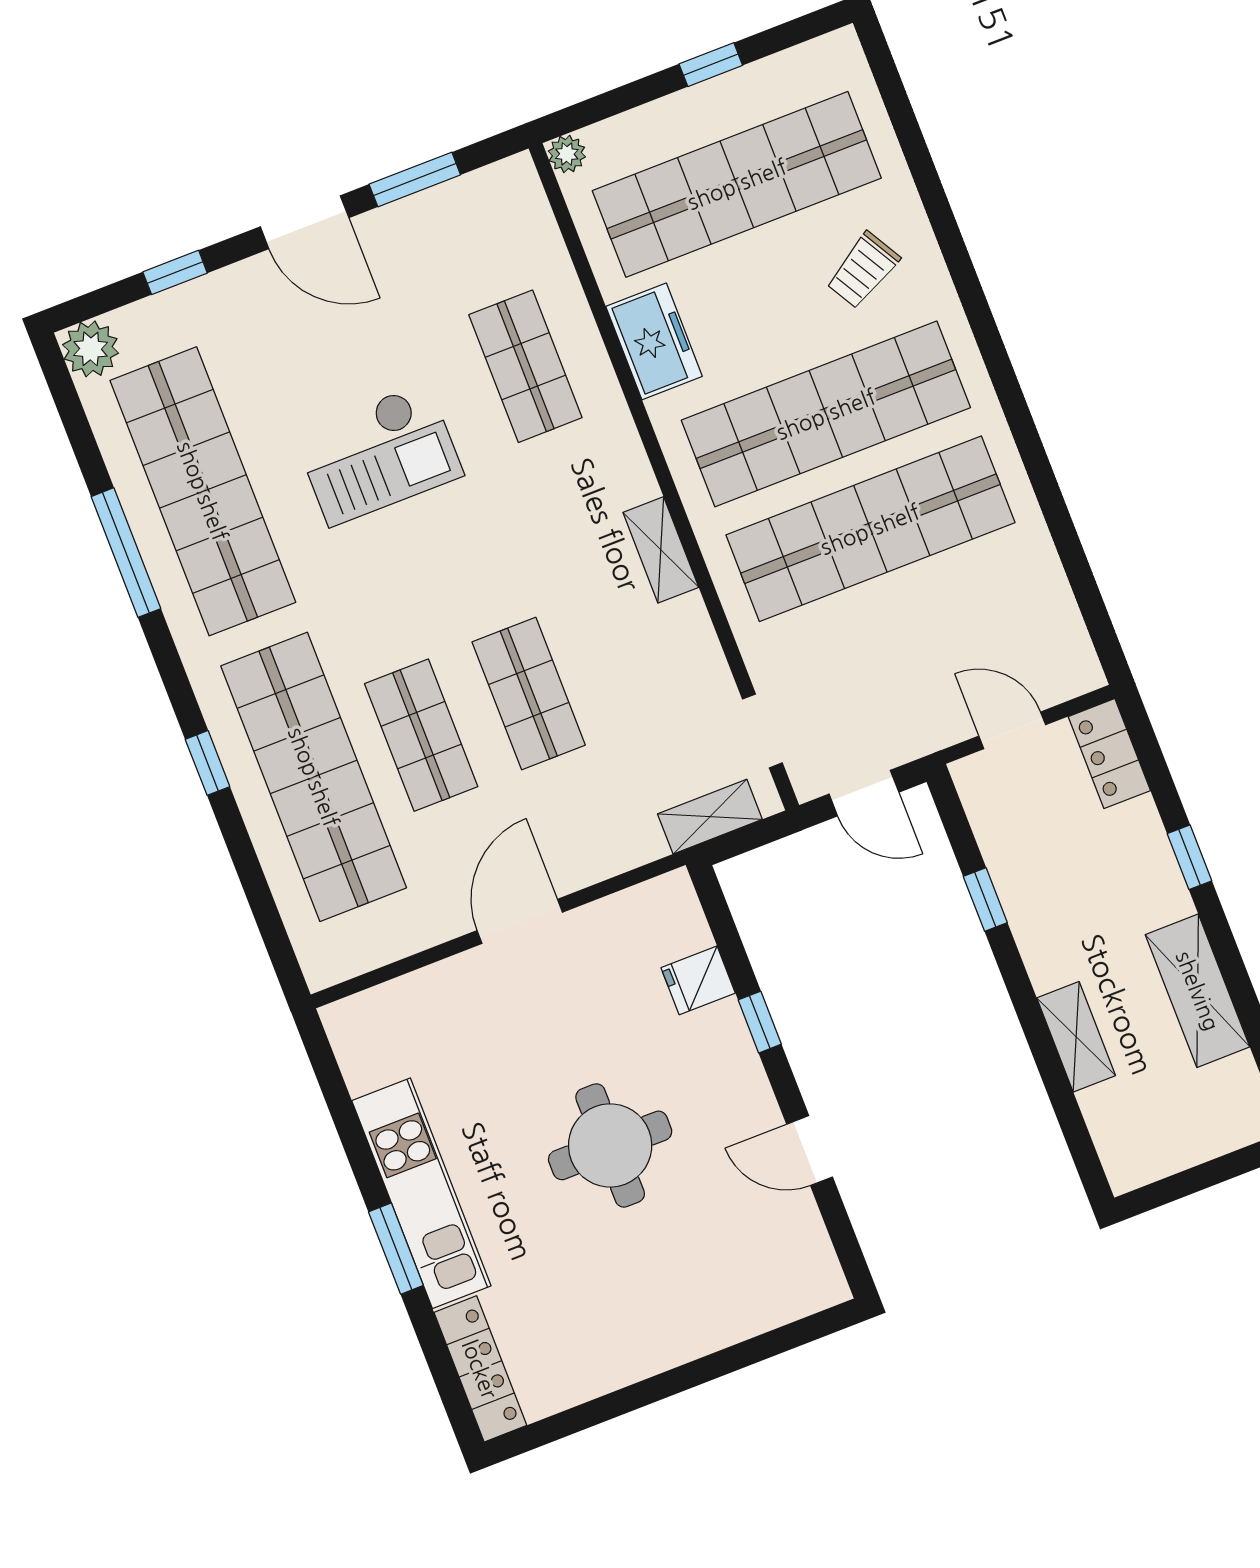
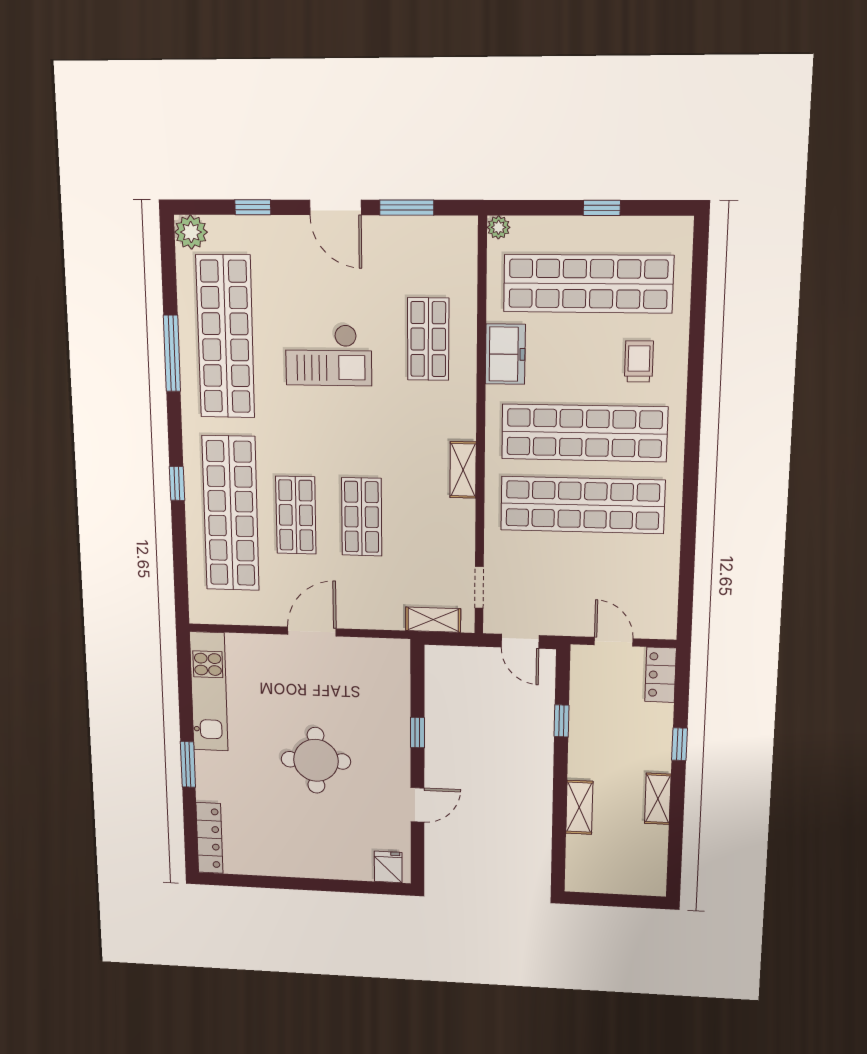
trolley: (863, 270) -> (639, 361), turned 120
fridge: (698, 980) -> (388, 867), moved, turned 90
shelving: (1198, 991) -> (658, 799), width x0.67, depth x0.75
door: (810, 1151) -> (417, 805), swing flipped
kitchen unit: (421, 1193) -> (209, 692), moved

